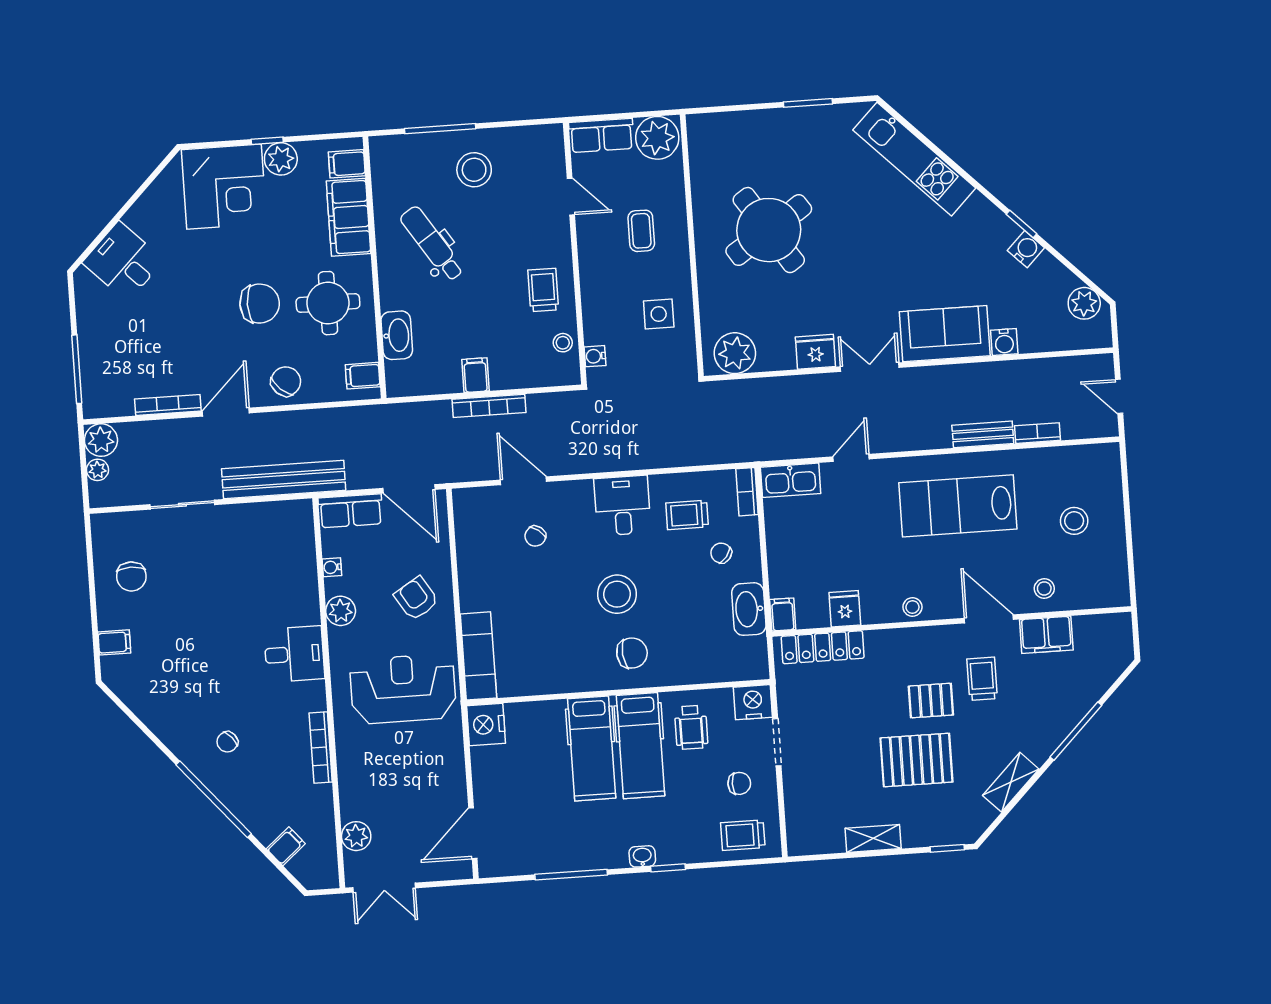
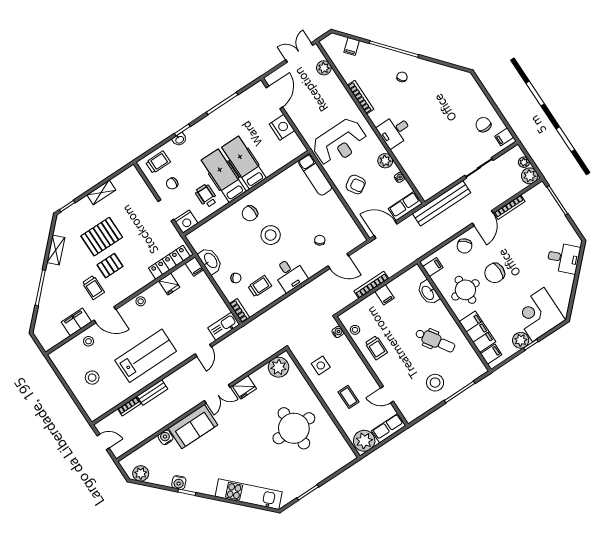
round table: (769, 230) -> (294, 428), turned 33
filing cabinet: (114, 642) -> (504, 137), moved
nightstand: (486, 725) -> (282, 127), moved
washbasin: (642, 856) -> (179, 140), moved

